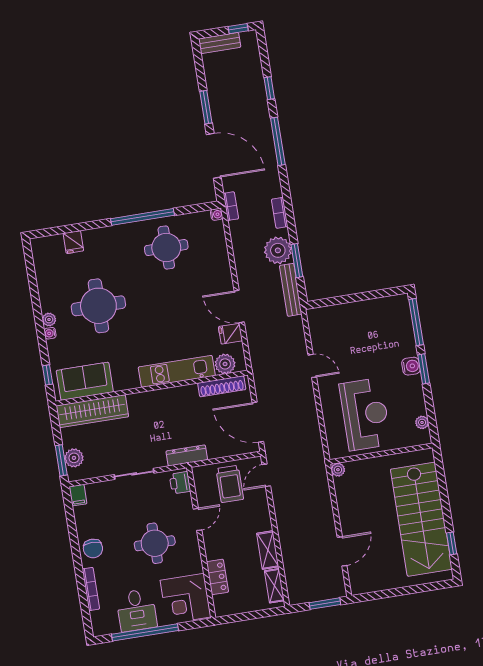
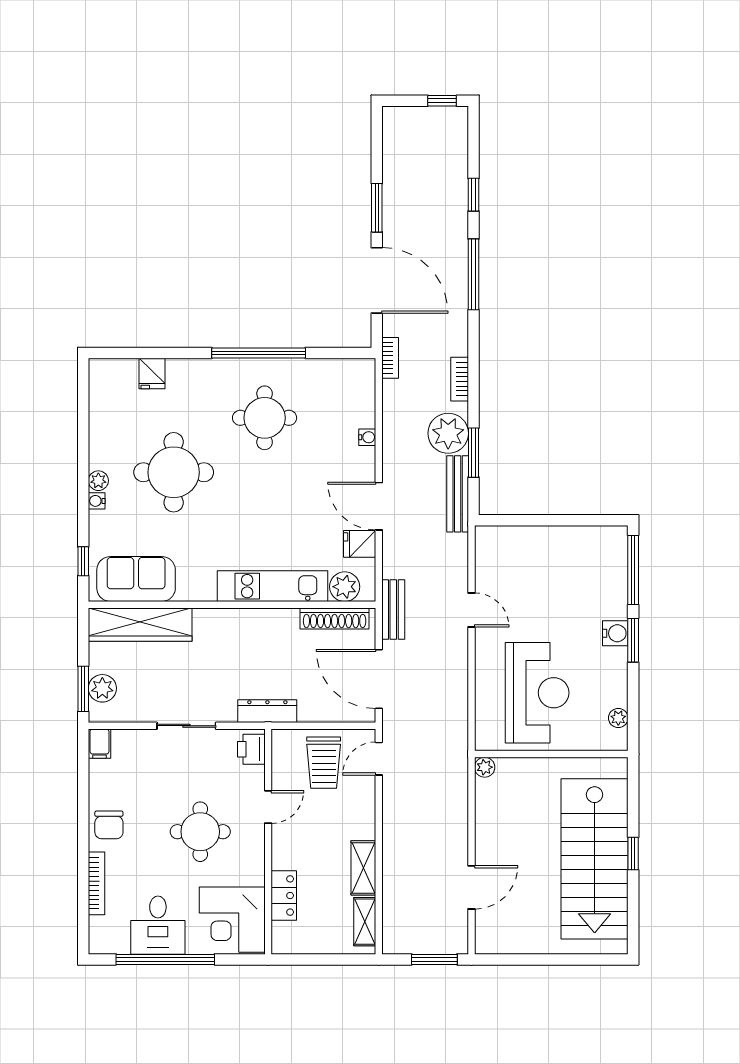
bench: (220, 43) -> (393, 610), moved, turned 90
water cooler: (217, 214) -> (367, 437), moved
round table: (166, 248) -> (265, 418), moved
window: (452, 543) -> (633, 854), moved

